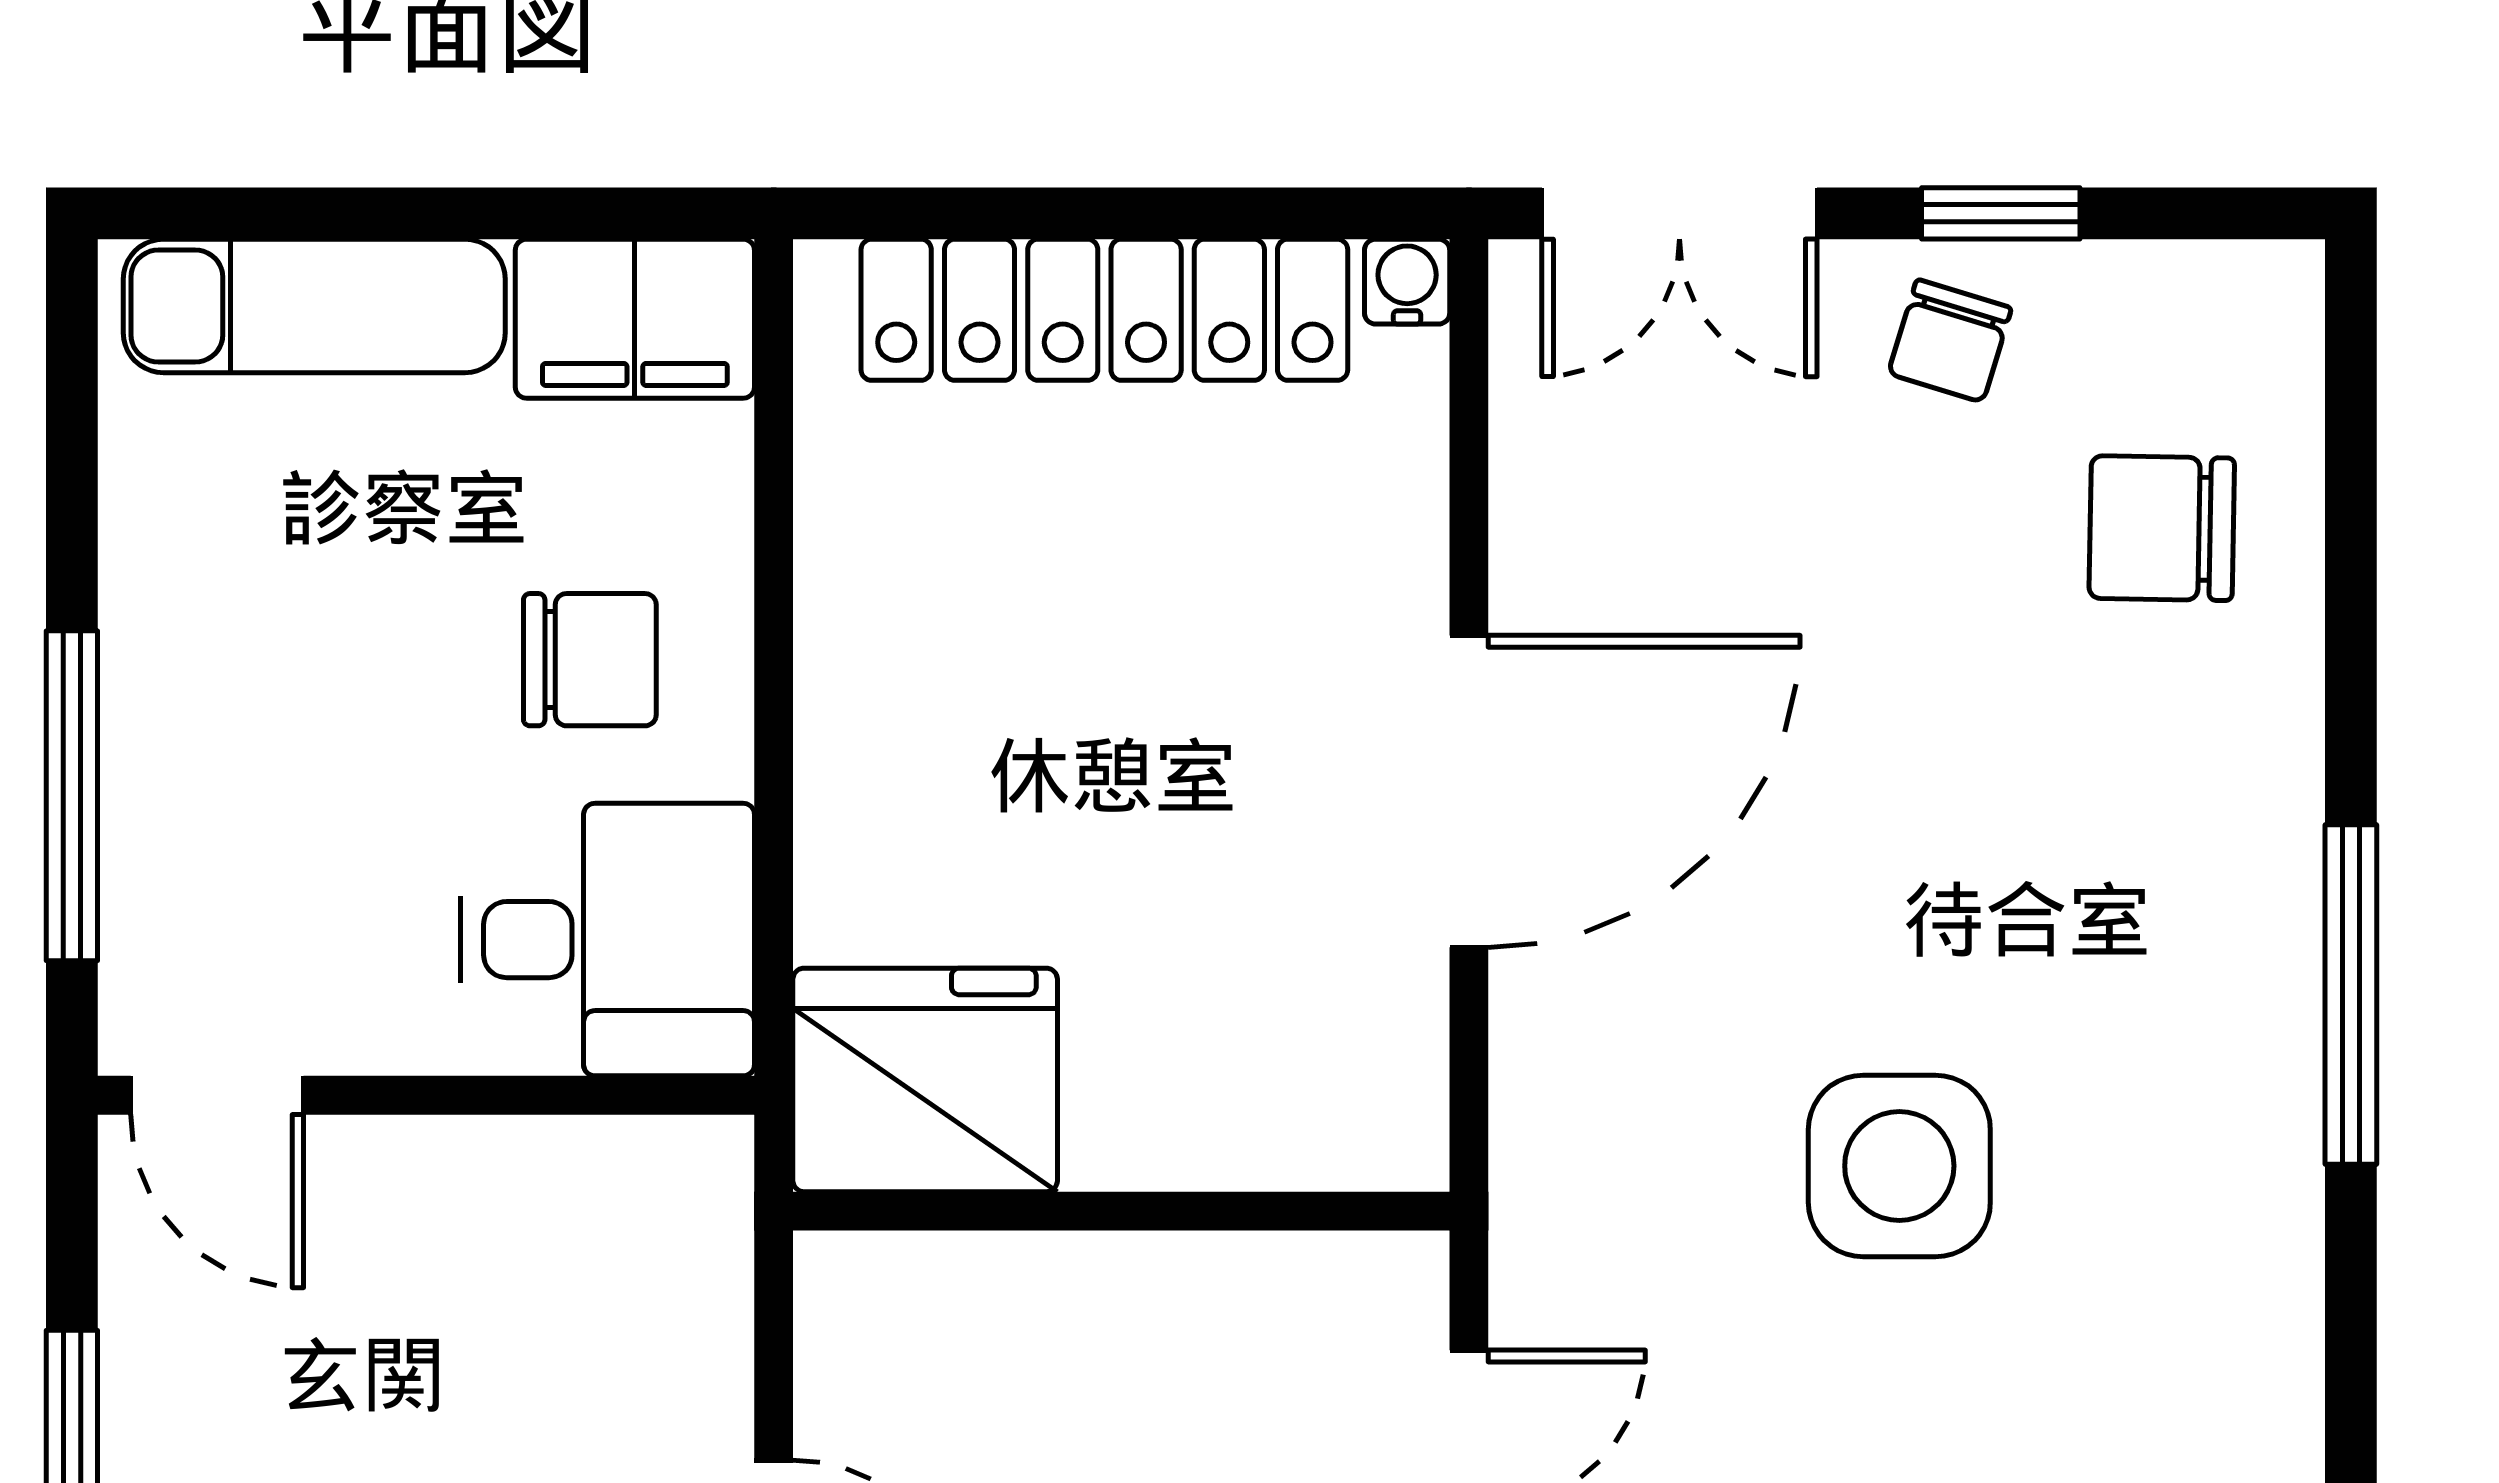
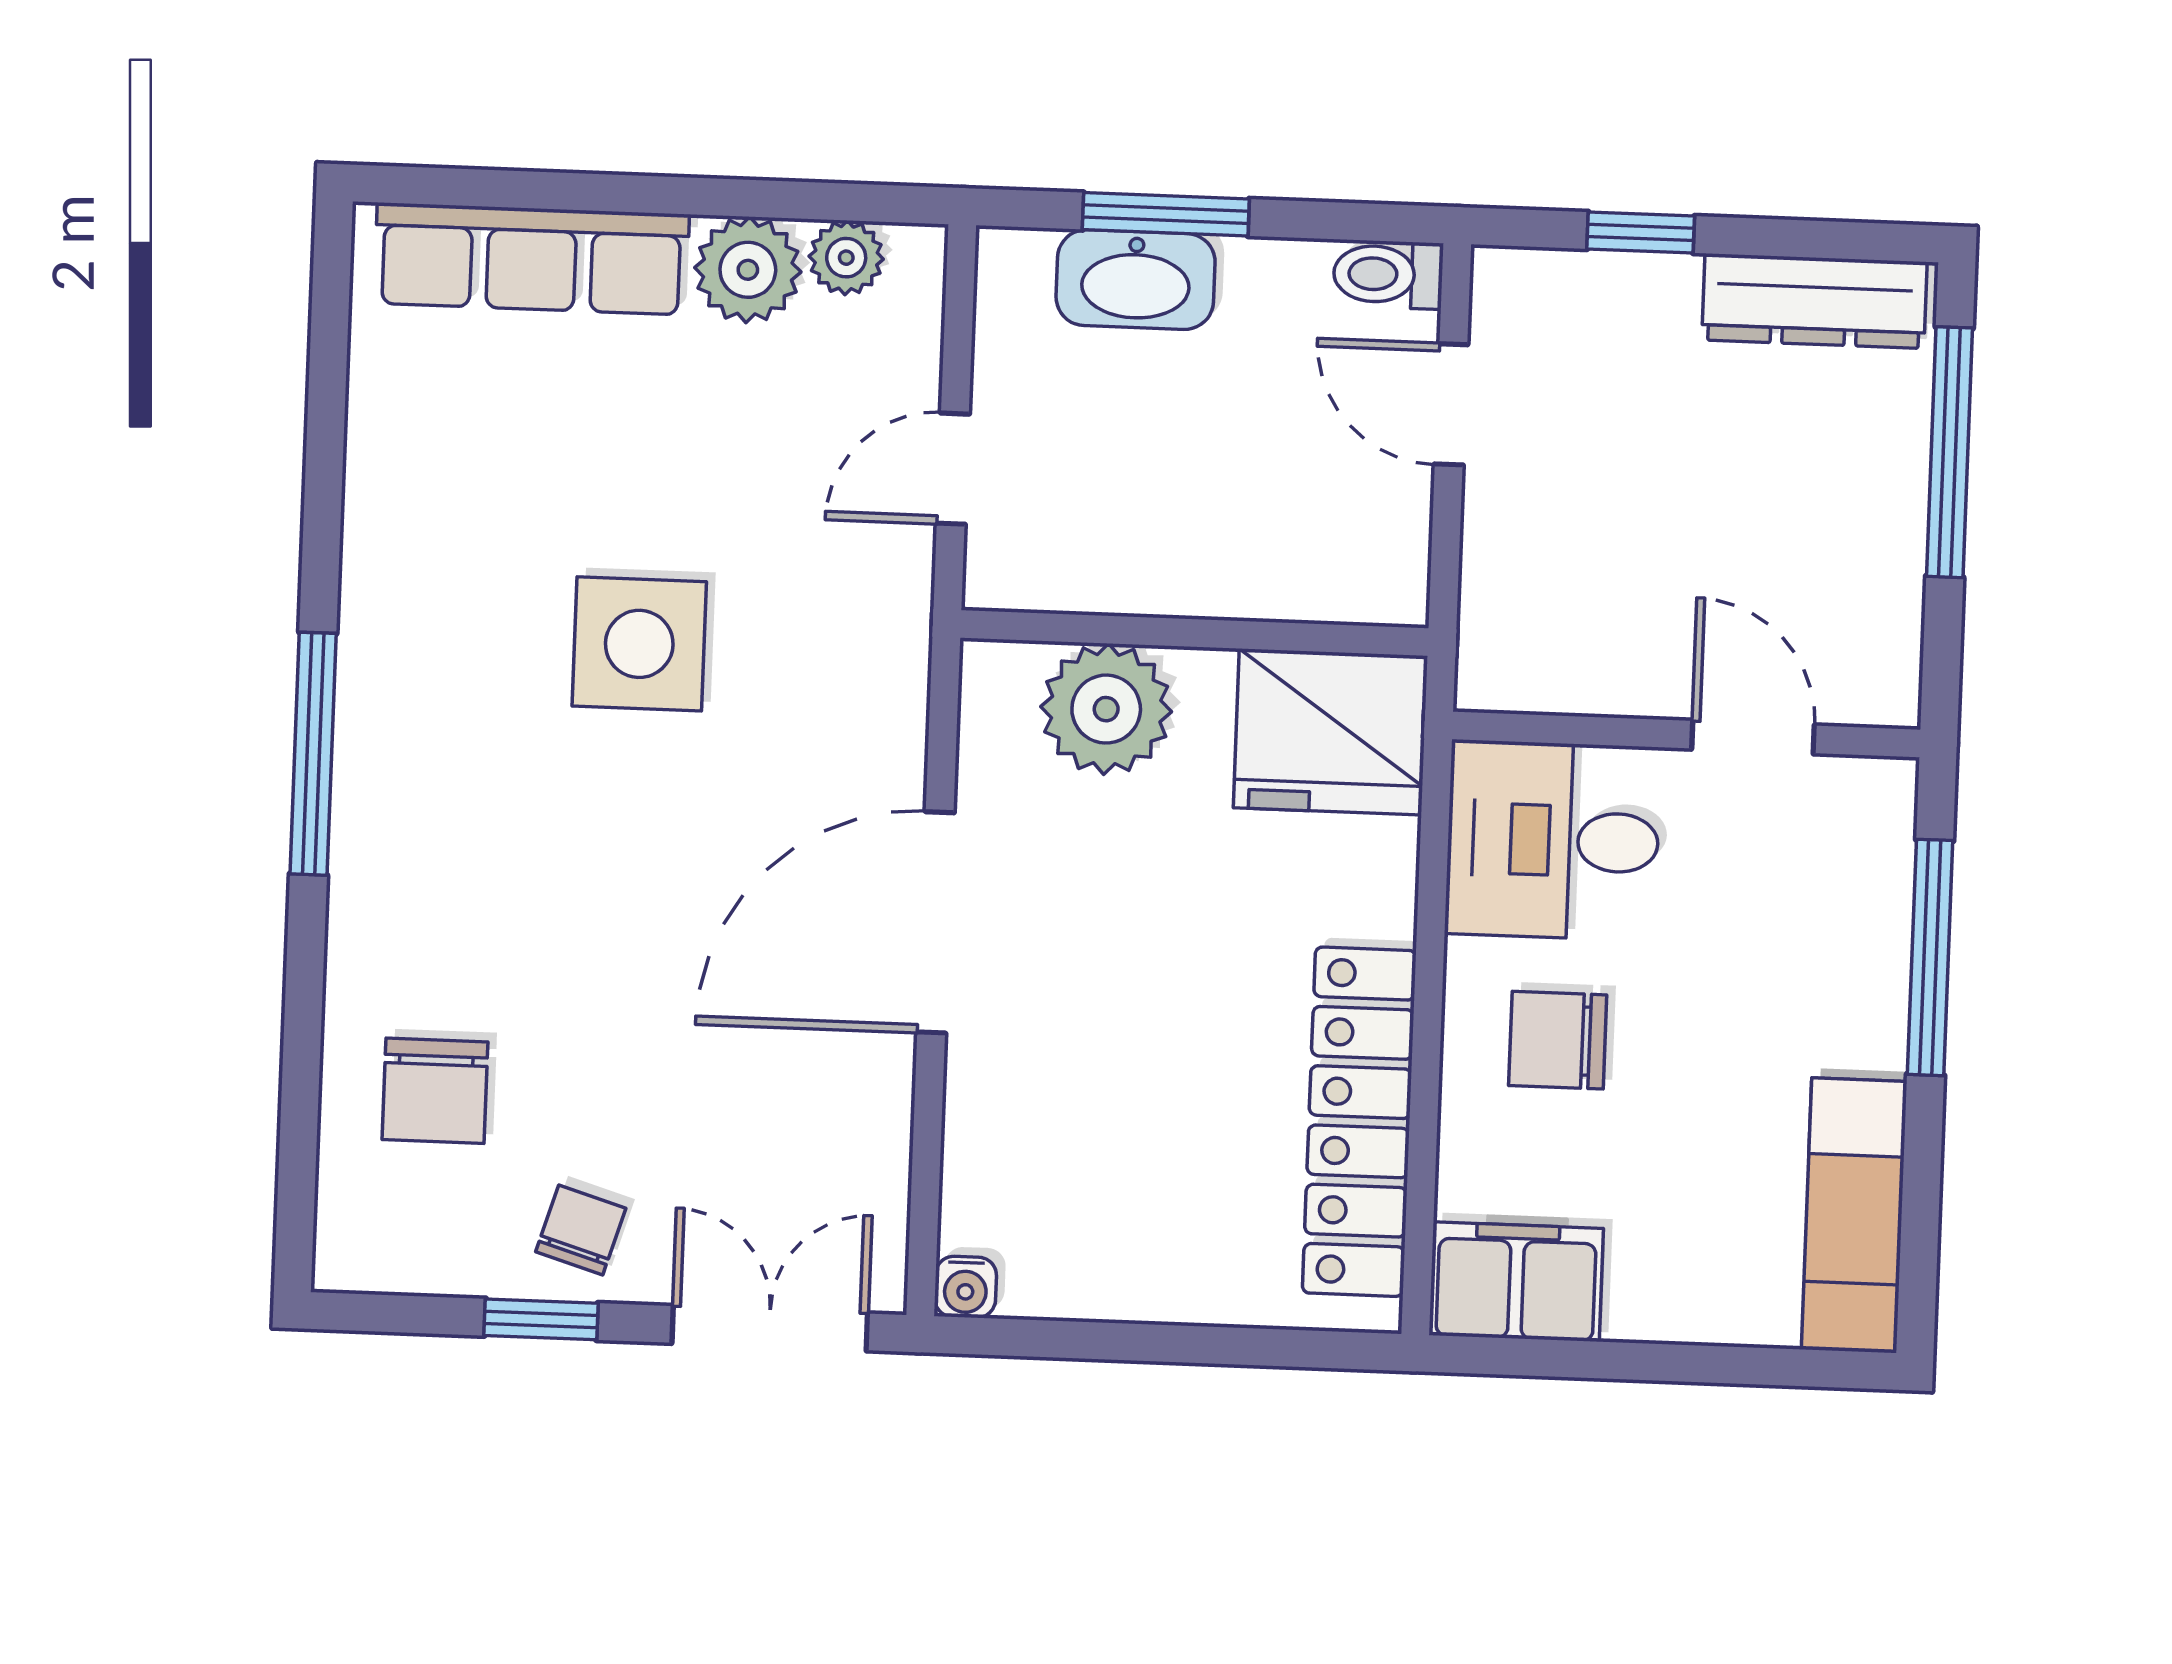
exam couch: (314, 306) -> (1854, 1215), moved, turned -90
locker: (1104, 310) -> (1359, 1122), moved, turned -90
chair: (2162, 528) -> (435, 1091), turned 89
door: (217, 1095) -> (1753, 737), moved
plant: (1241, 1100) -> (1106, 709), added

